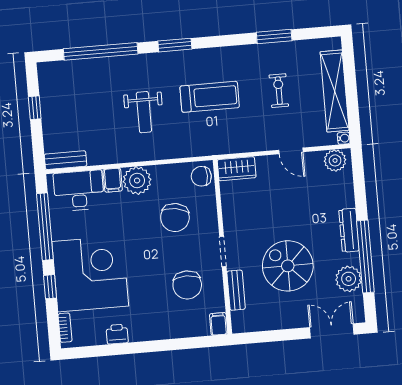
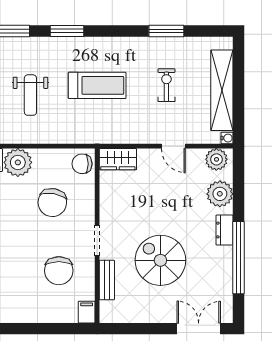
dresser: (349, 230) -> (224, 230), width x0.70
plant: (349, 279) -> (220, 194), moved

